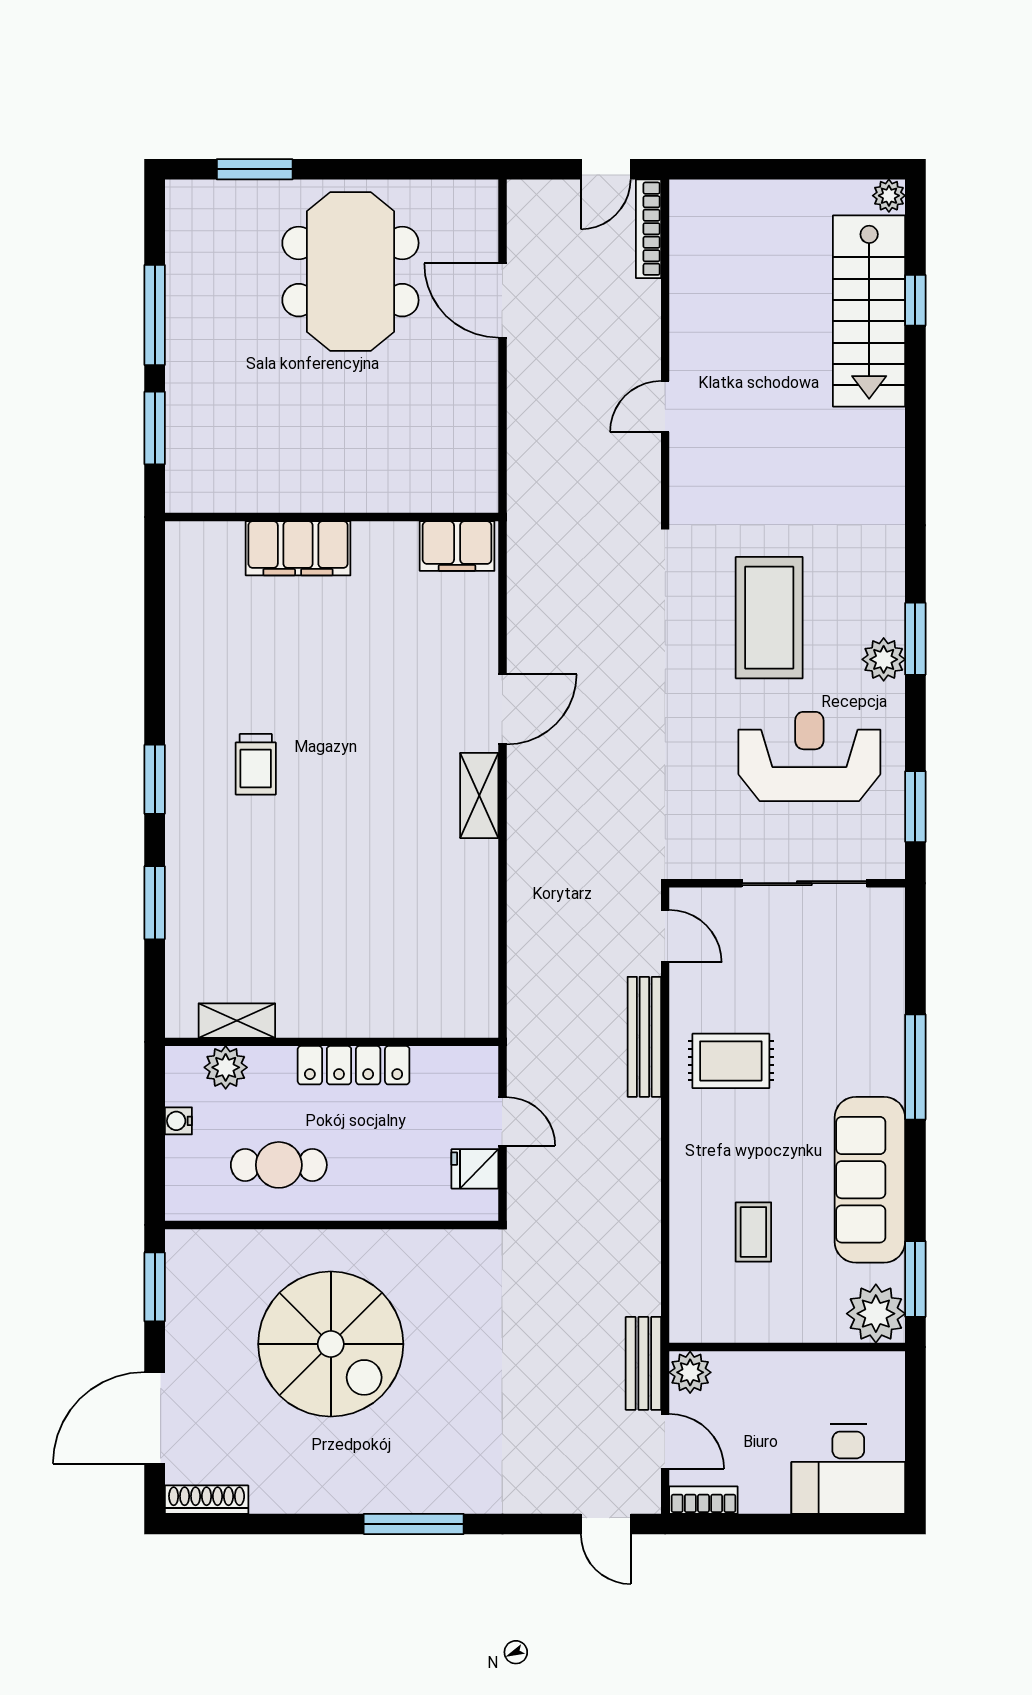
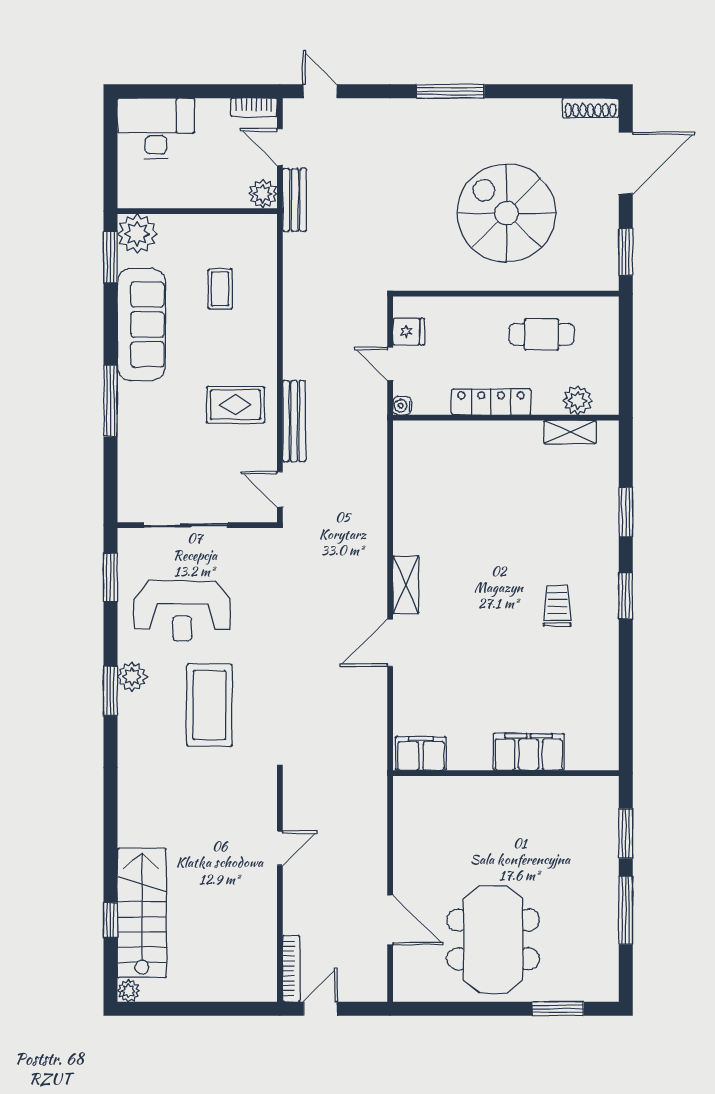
water cooler: (178, 1121) -> (402, 406), moved, turned 180

